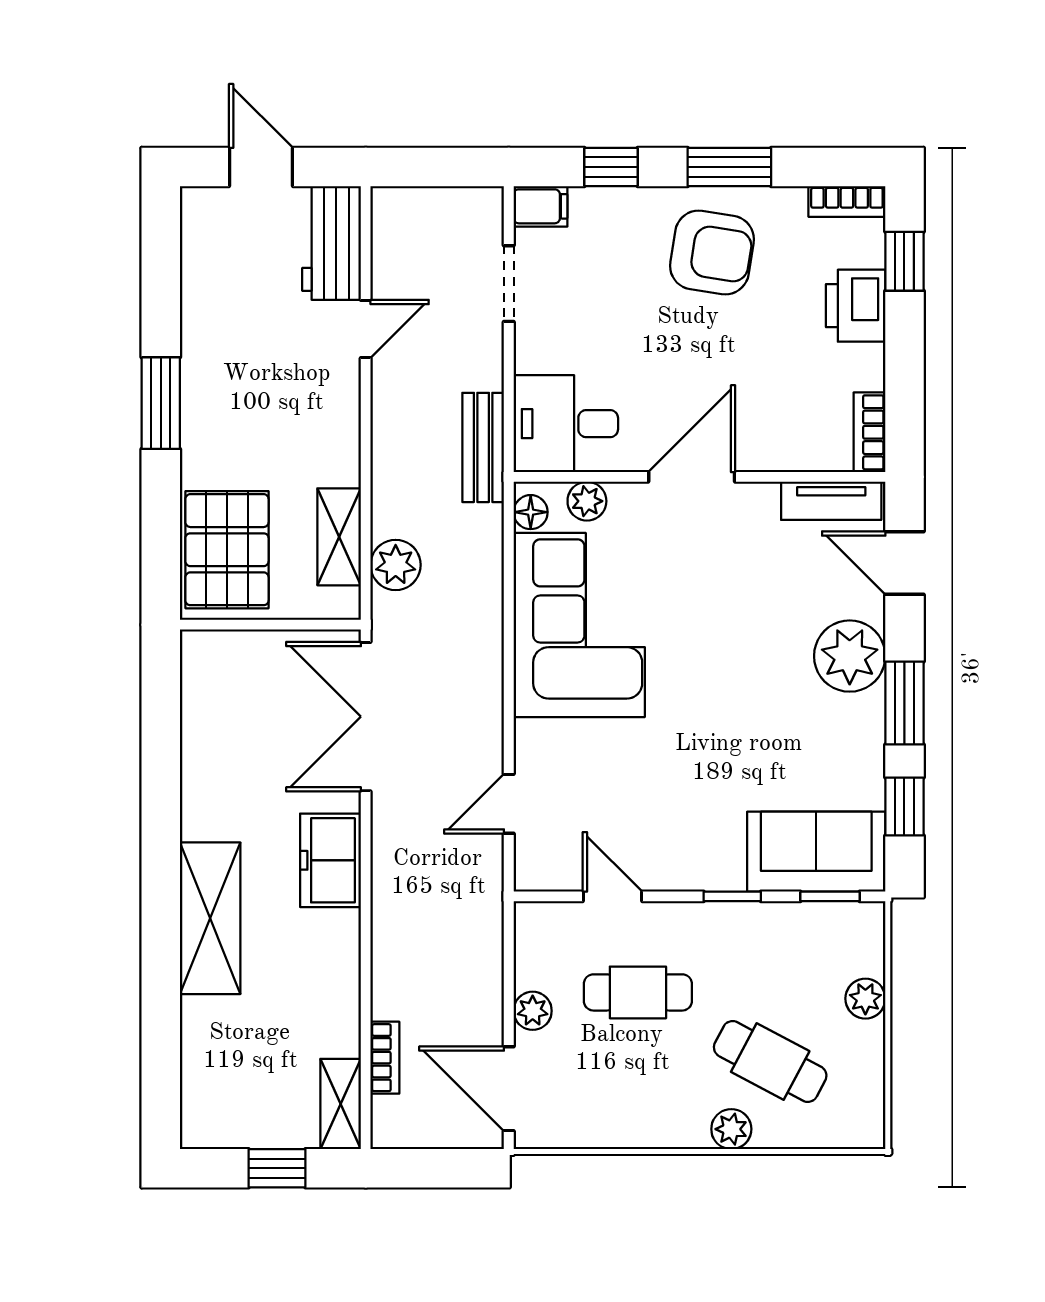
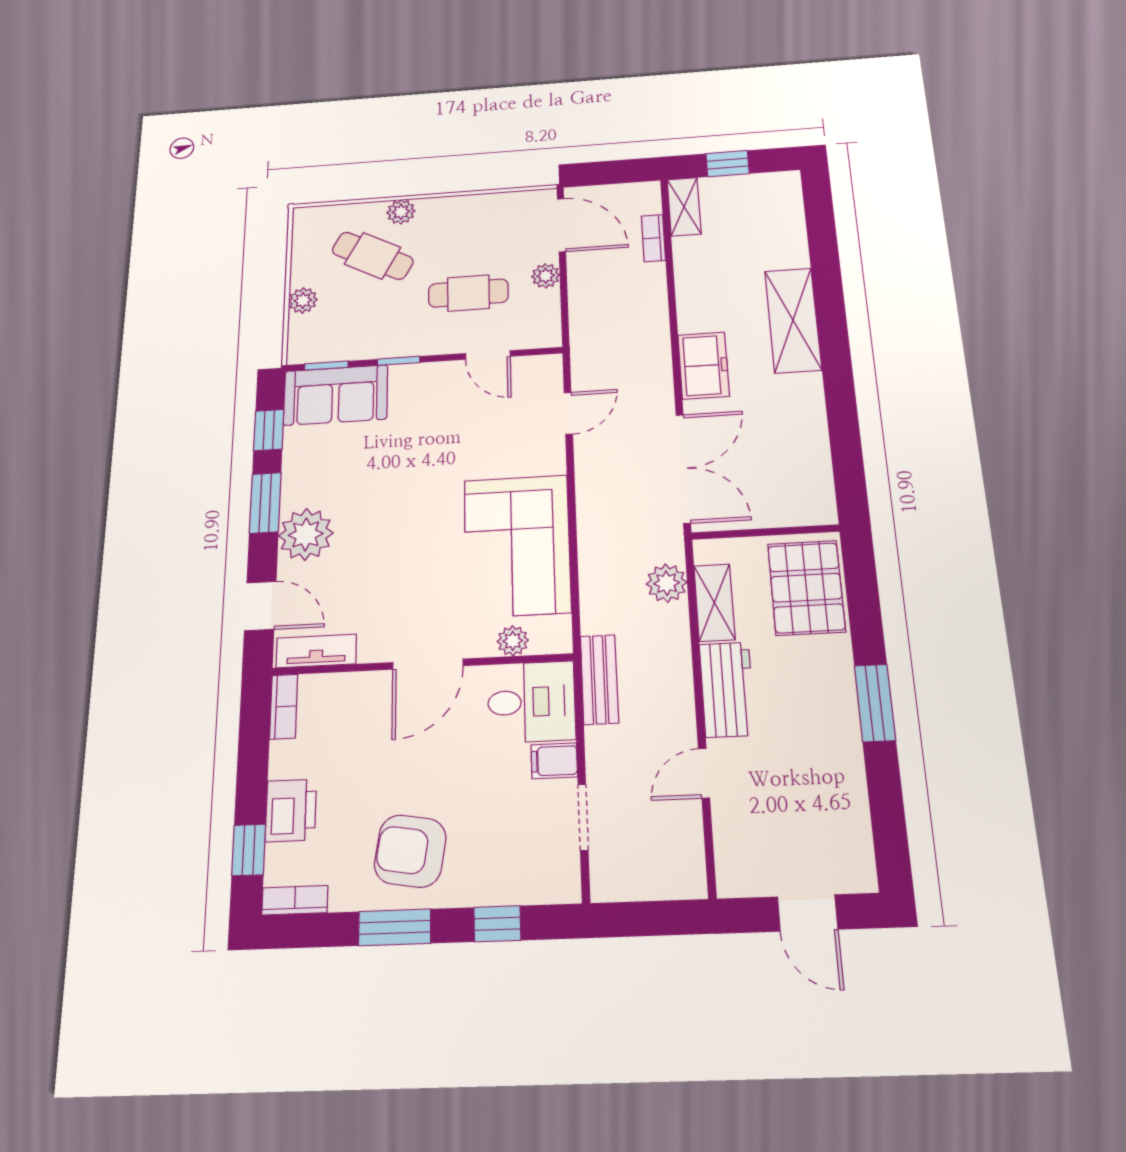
filing cabinet: (540, 206) -> (554, 761), moved
workbench: (332, 243) -> (727, 689), moved
floor lamp: (531, 512) -> (558, 630), removed

